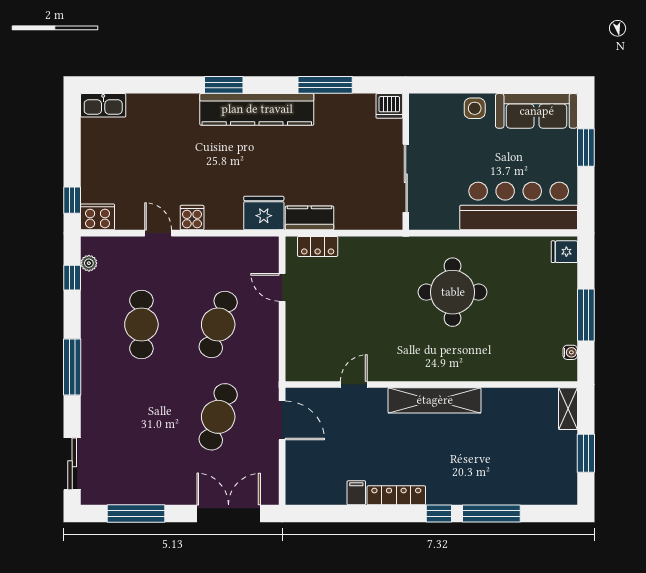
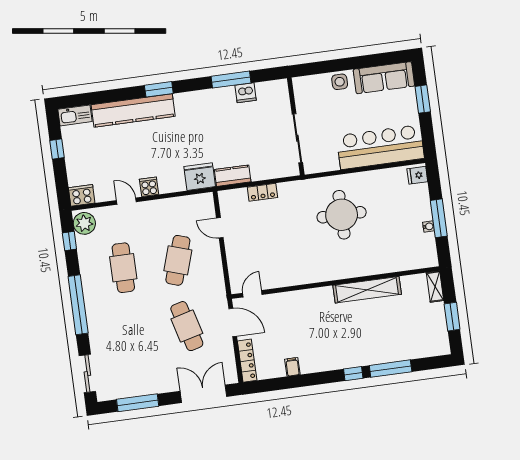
dishwasher: (389, 106) -> (246, 93), moved
kitchen counter: (257, 109) -> (133, 111), moved
window: (72, 200) -> (57, 149), moved
locker: (318, 246) -> (262, 192), moved
plant: (89, 263) -> (84, 223), width x1.87, depth x1.87
water cooler: (570, 352) -> (428, 226), moved
window: (72, 367) -> (78, 305), width x1.46
door: (354, 385) -> (252, 294), moved
shelving: (435, 400) -> (367, 290), moved
cafe table: (218, 417) -> (187, 326), turned -33
locker: (396, 495) -> (247, 361), moved, turned 90

